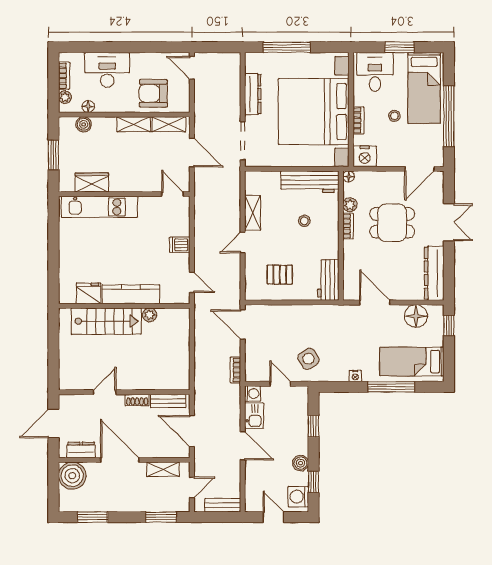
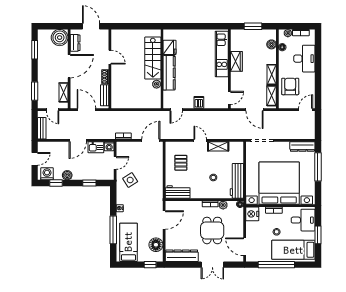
dresser: (253, 94) -> (302, 146), moved
door: (192, 153) -> (254, 110), hinge flipped
wardrobe: (92, 183) -> (236, 61), moved
door: (192, 431) -> (87, 110), hinge flipped

